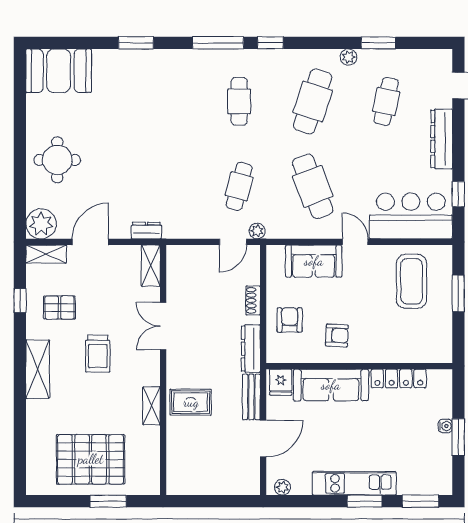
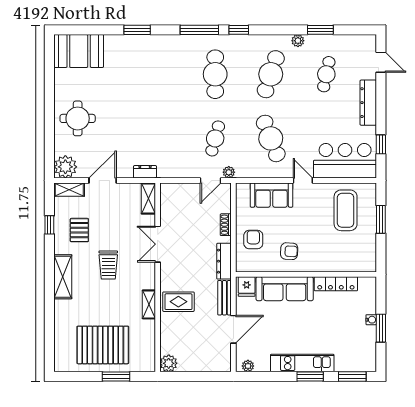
cafe table: (239, 101) -> (215, 74), width x1.37, depth x1.35
pallet: (60, 308) -> (79, 230), turned 90
plant: (178, 484) -> (169, 363), added

